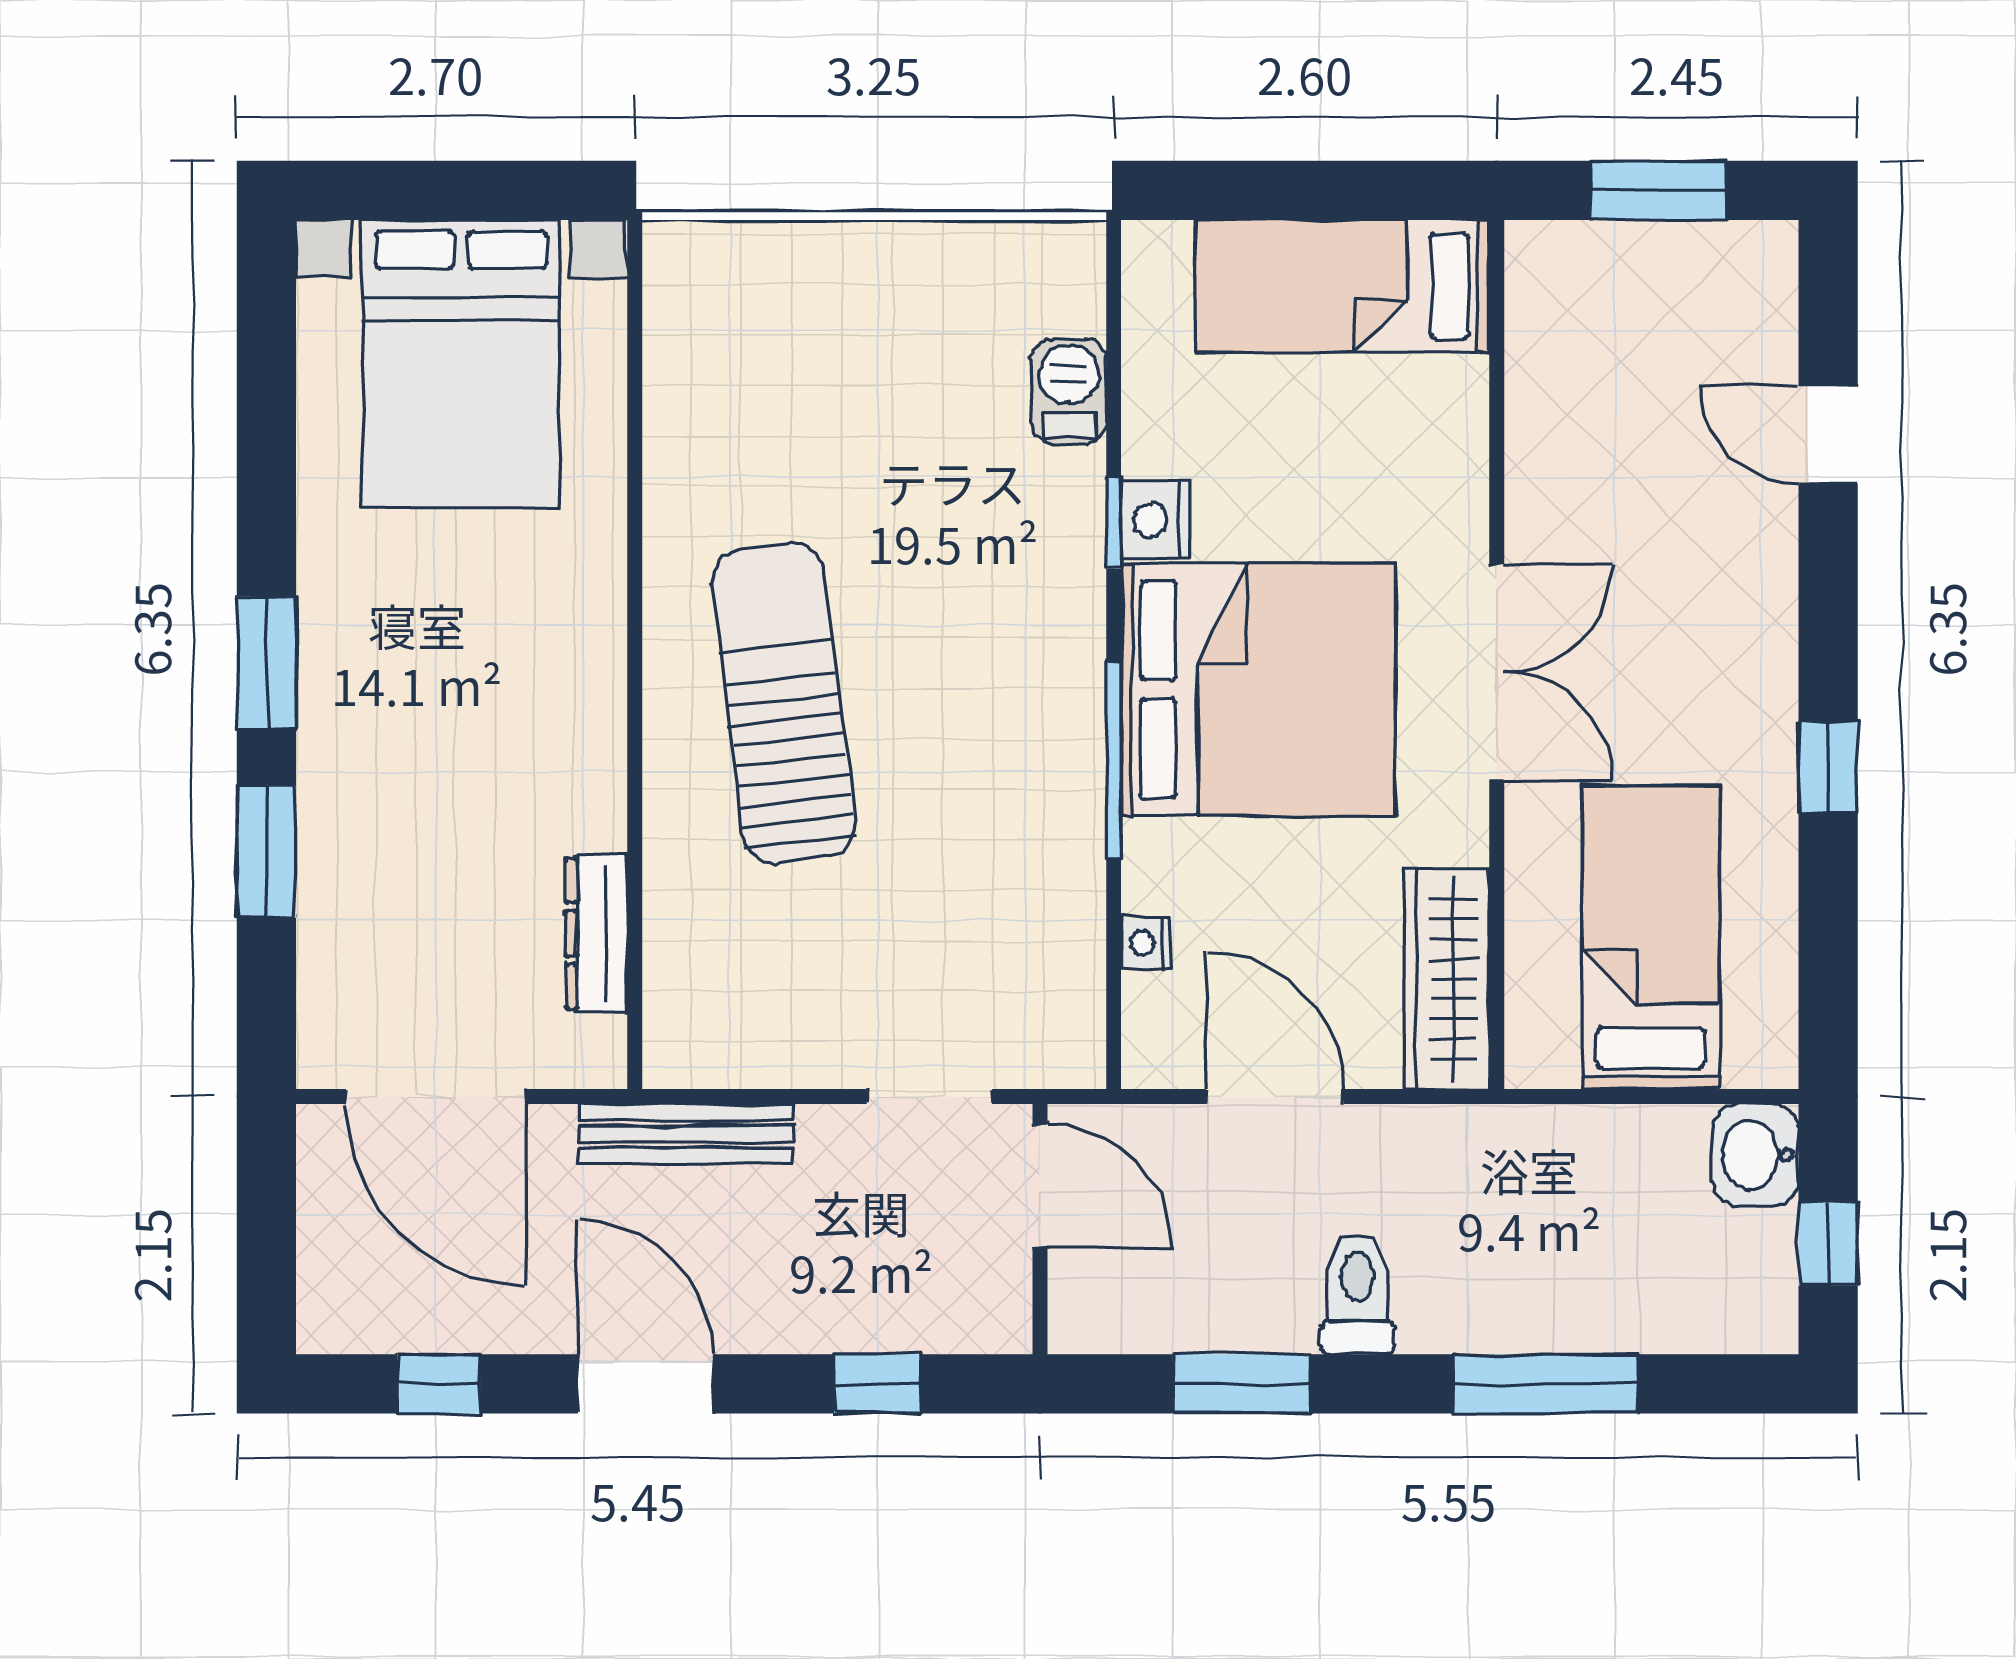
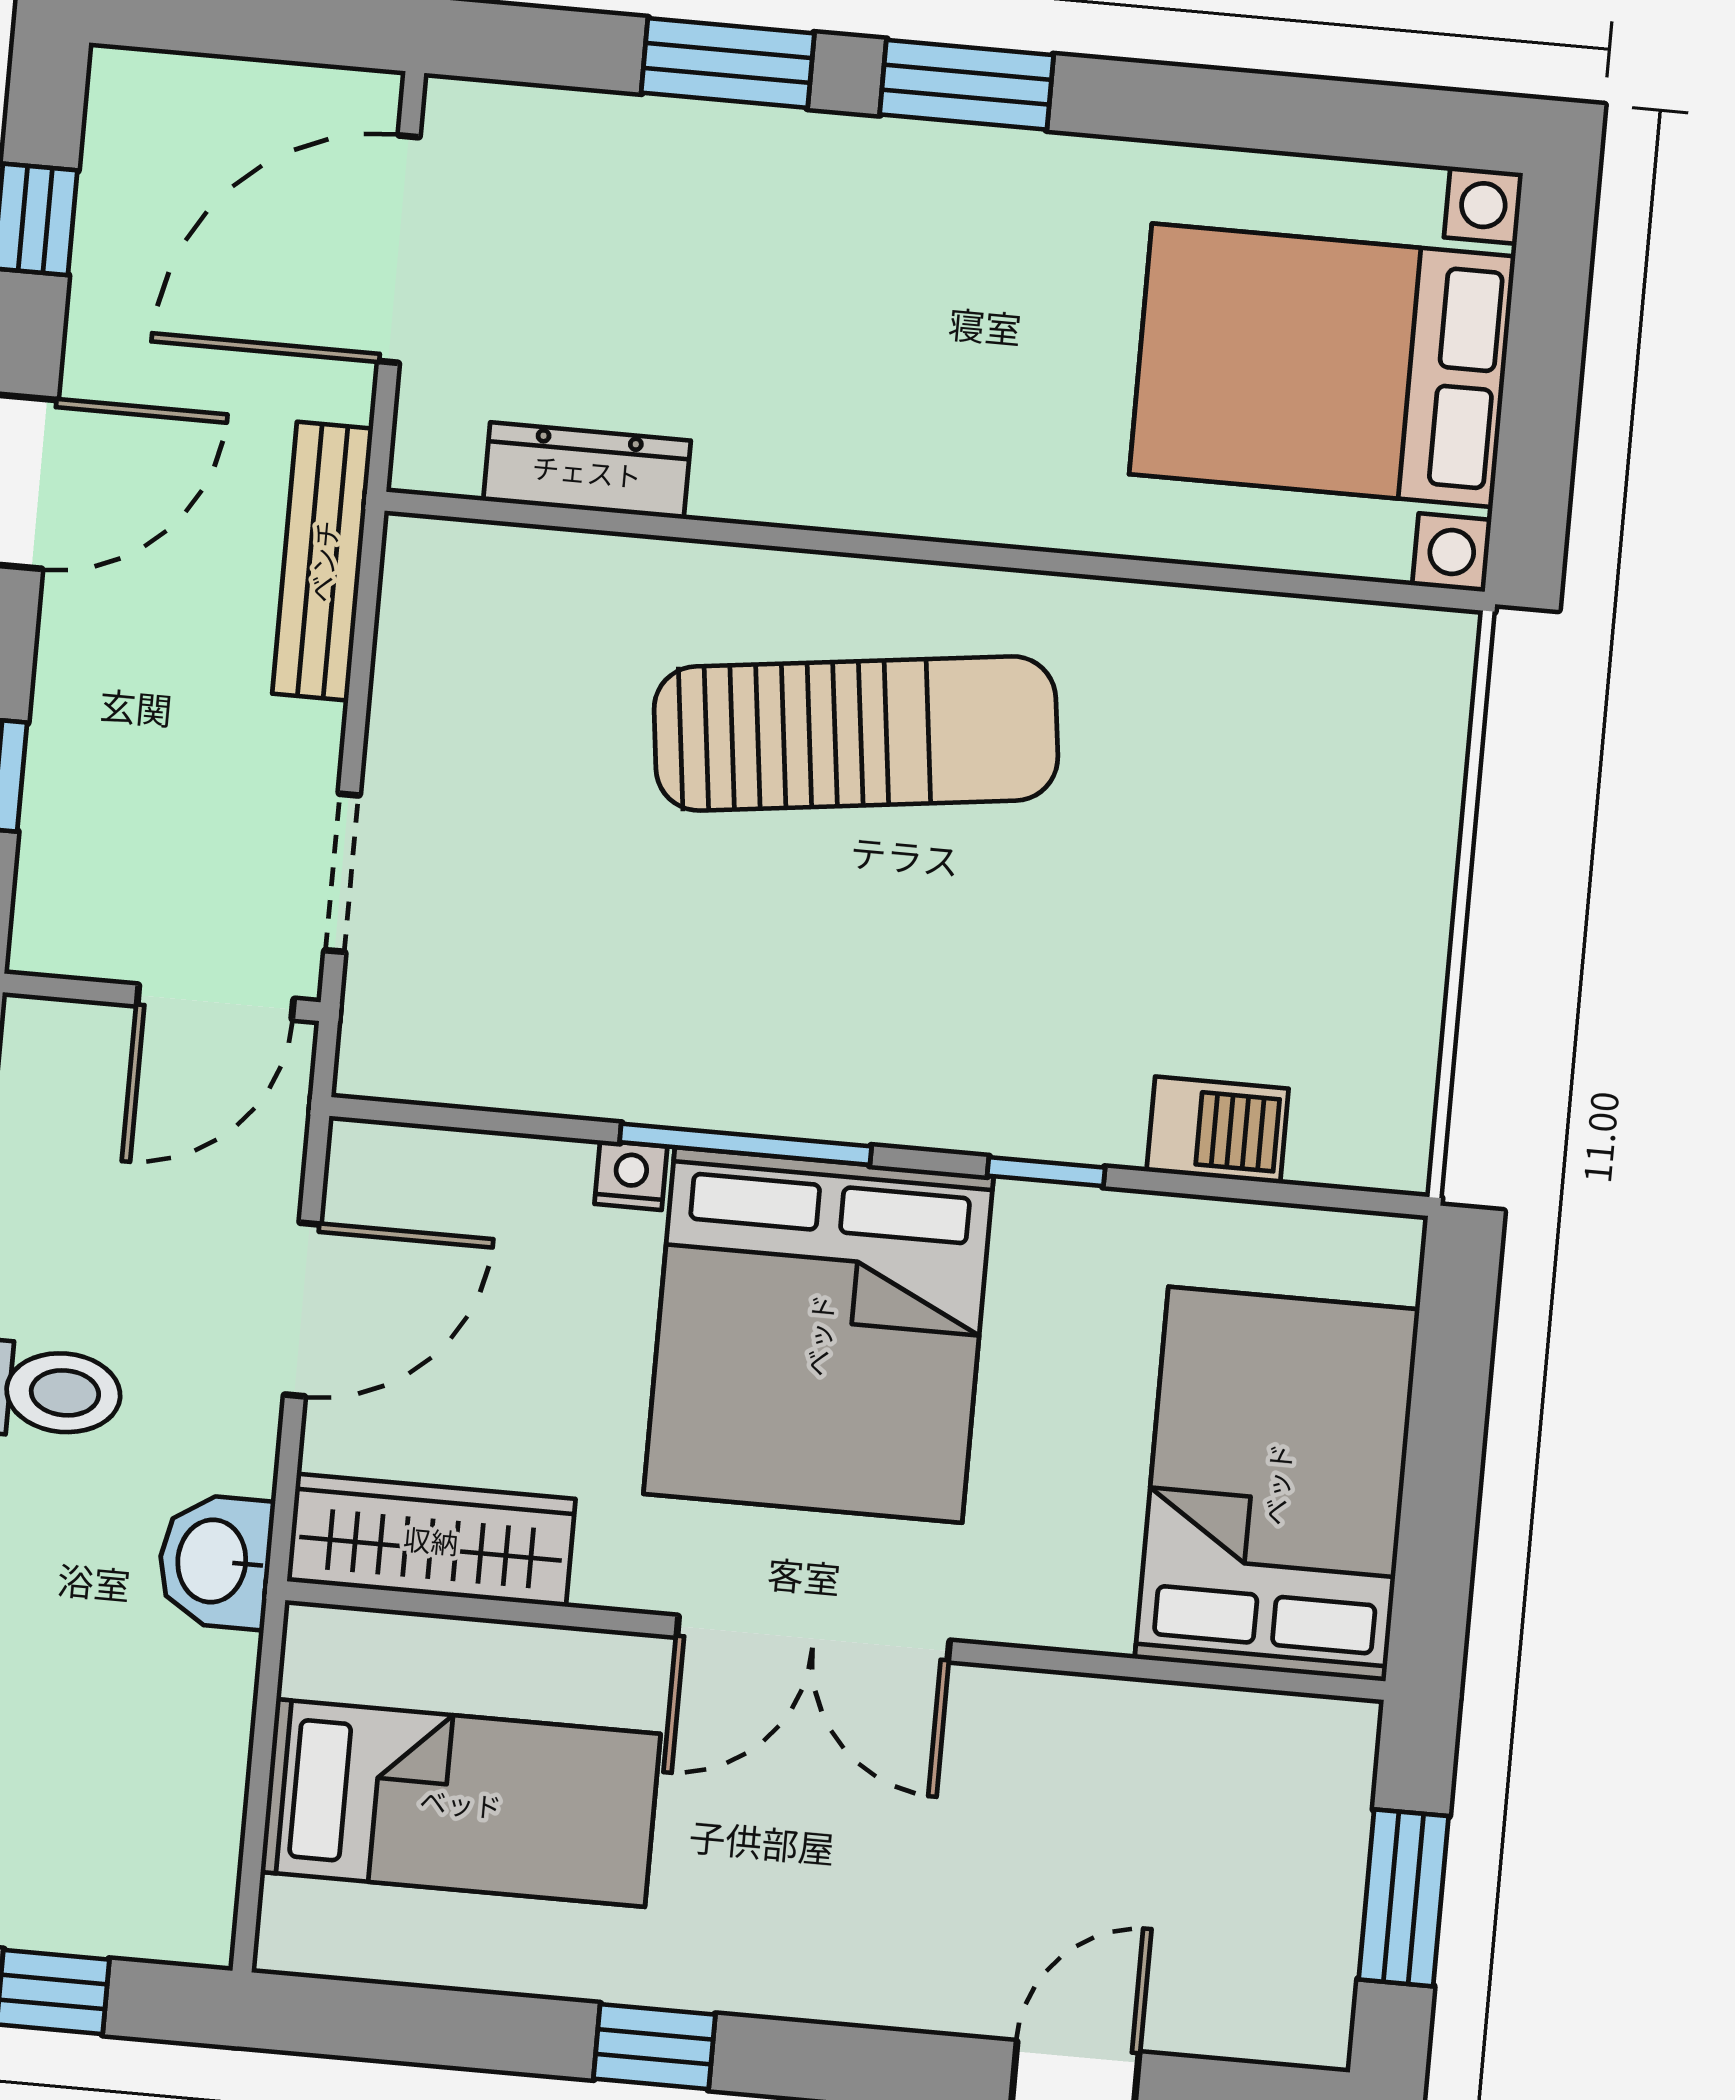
bed: (1342, 286) -> (1277, 1484), width x1.50
nightstand: (1156, 519) -> (1045, 1226), removed
nightstand: (1146, 943) -> (631, 1175), moved
washbasin: (1756, 1155) -> (215, 1561), moved, turned -90

